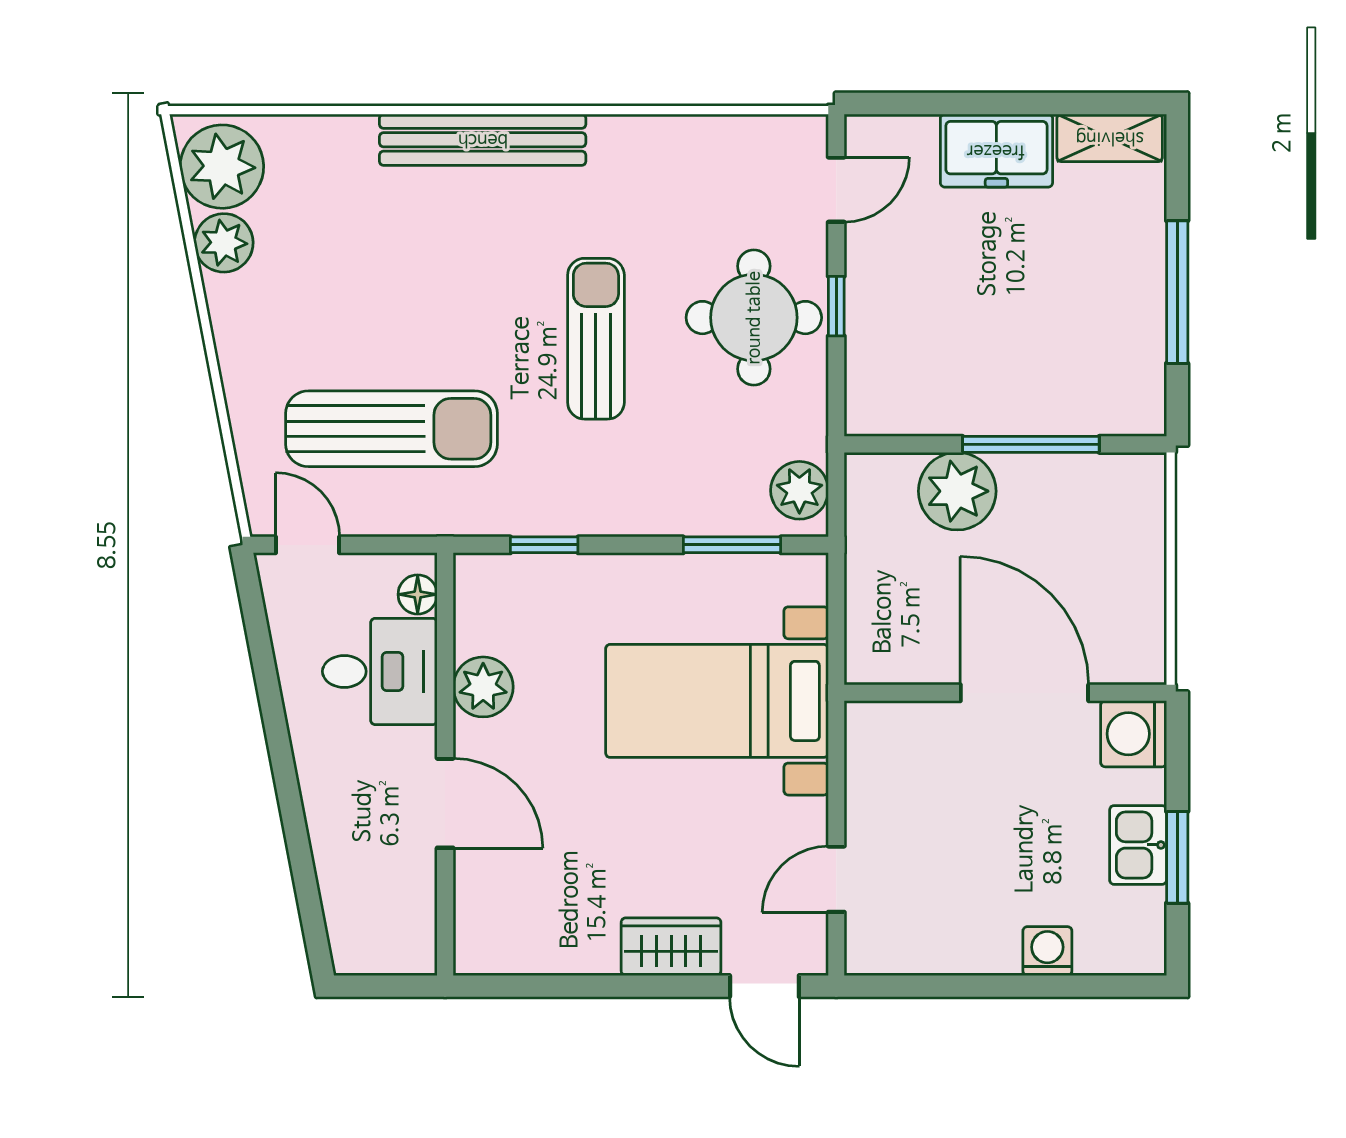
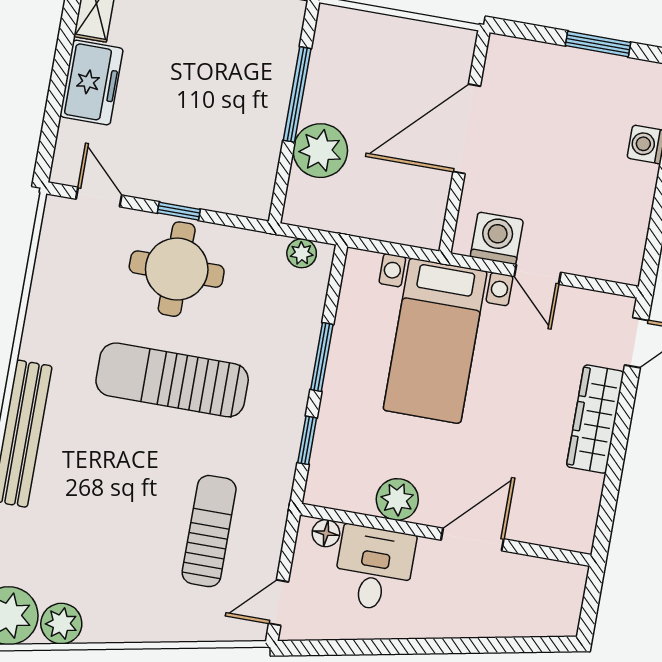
sun lounger: (596, 339) -> (172, 380), width x1.36, depth x1.34
sun lounger: (391, 429) -> (209, 531), width x0.73, depth x0.75
plant: (799, 490) -> (302, 253), width x0.73, depth x0.73
window: (732, 545) -> (322, 357), moved
washing machine: (1134, 734) -> (497, 238), moved, turned 180
kitchen sink: (1138, 845) -> (585, 69), removed
door: (836, 879) -> (538, 274), moved
wardrobe: (671, 947) -> (595, 419), width x1.50

